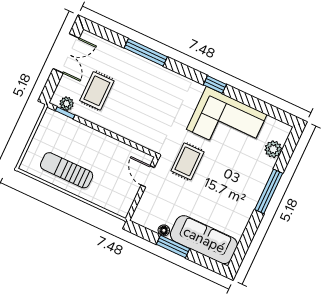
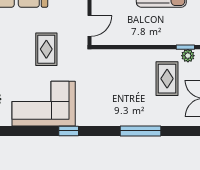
rug: (187, 161) -> (46, 49), moved
door: (148, 176) -> (89, 26), hinge flipped

